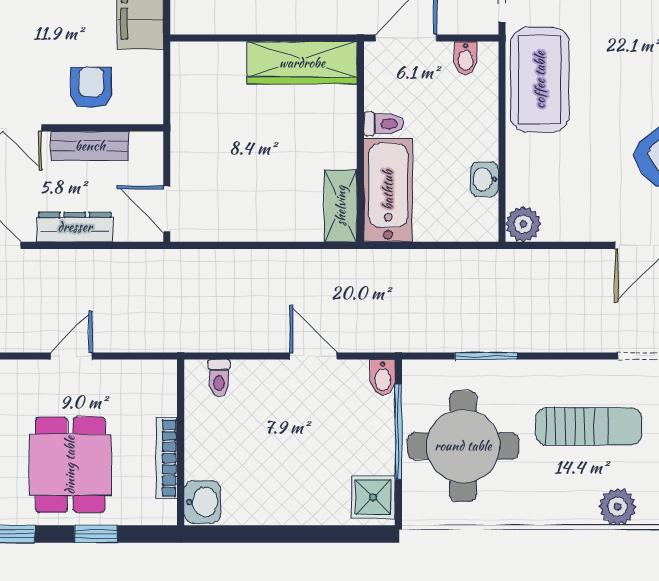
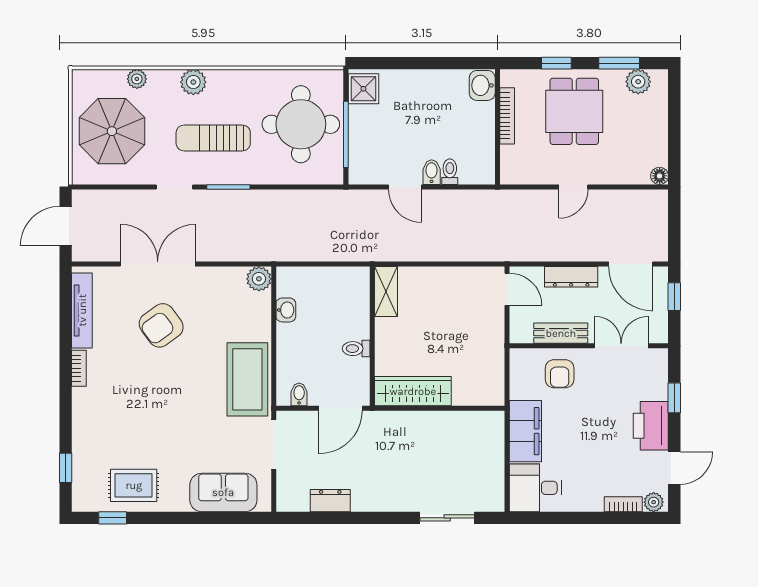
bathtub: (388, 190) -> (353, 302), removed
window: (486, 356) -> (228, 187), moved
bidet: (383, 377) -> (432, 172), moved
toilet: (219, 378) -> (450, 172), moved

